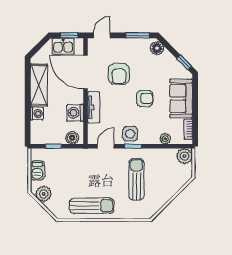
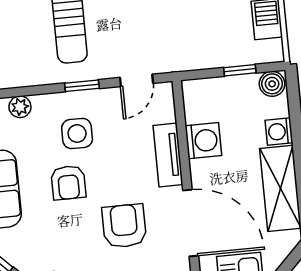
armchair: (145, 98) -> (68, 183), turned -90
side table: (130, 134) -> (77, 134), moved
boiler: (72, 138) -> (272, 84), moved

